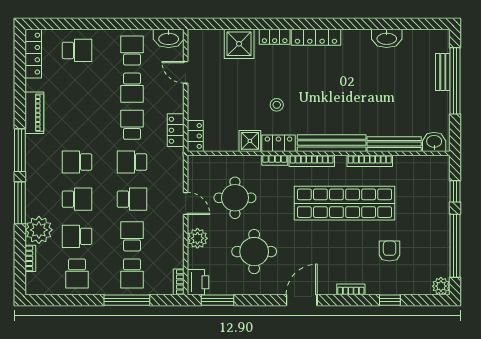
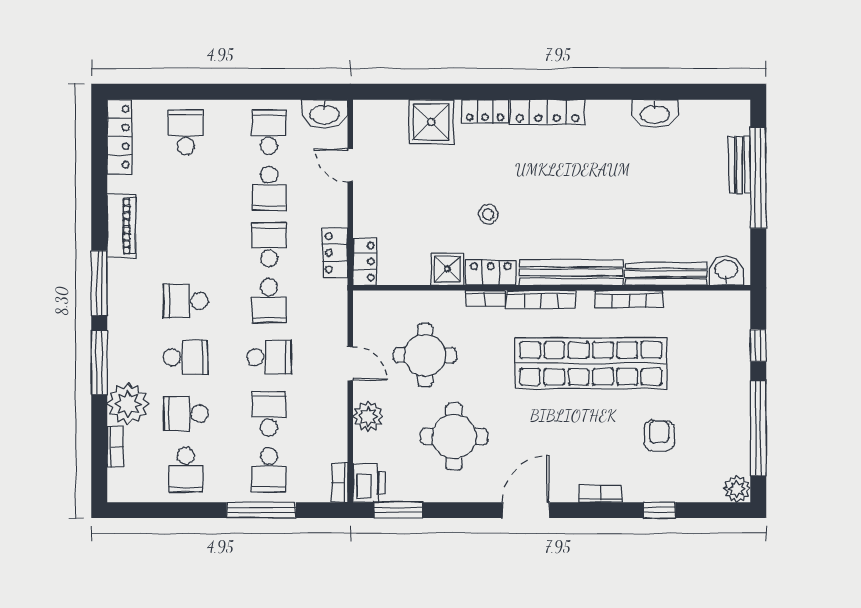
school desk: (77, 50) -> (186, 132), turned -90
school desk: (132, 162) -> (269, 301), turned -90

